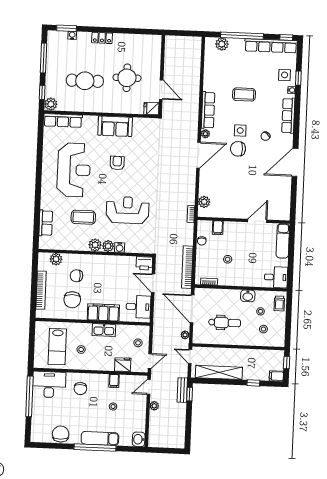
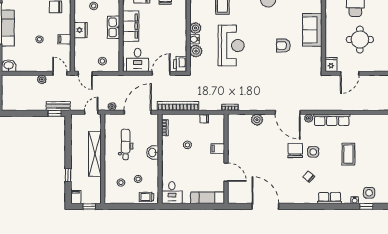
row of seats: (288, 116) -> (330, 198), width x0.68
door: (295, 162) -> (265, 206), moved
armchair: (117, 163) -> (283, 46), moved, turned 180
plant: (204, 202) -> (257, 120), moved
filing cabinet: (218, 228) -> (218, 149), moved
plant: (95, 245) -> (196, 51), moved
washbasin: (248, 296) -> (153, 152), moved
dental chair: (225, 323) -> (126, 144), turned 180
fridge: (123, 365) -> (81, 30), moved
shelving: (219, 372) -> (95, 154), moved

